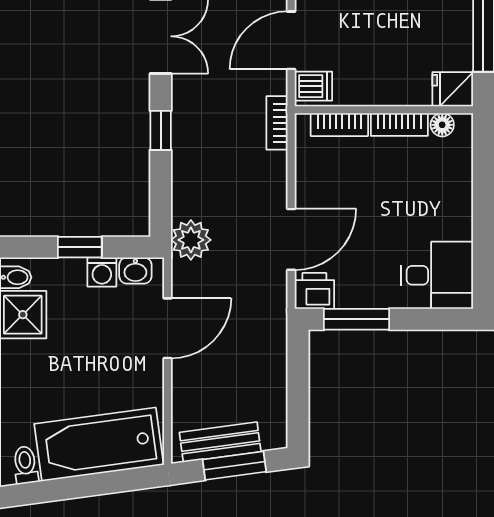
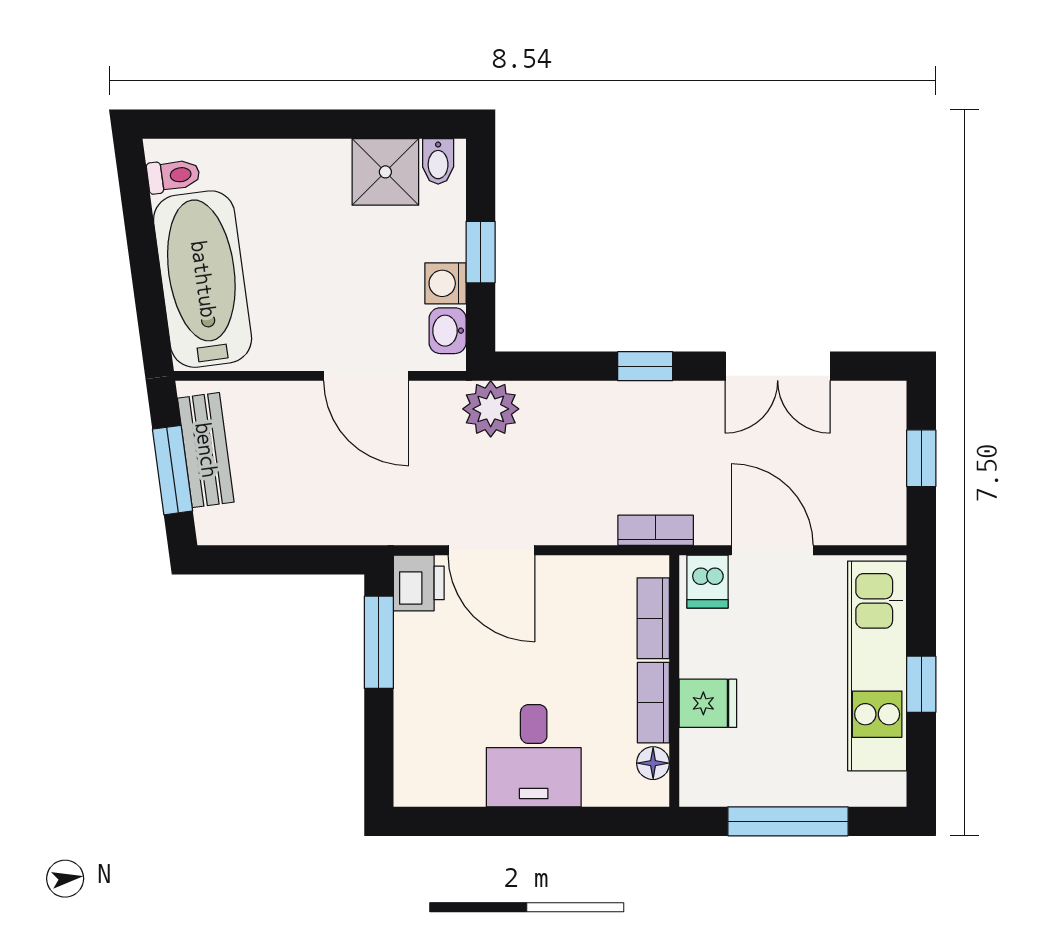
fridge: (453, 89) -> (708, 703), moved, turned 90
desk: (437, 275) -> (534, 756), moved

